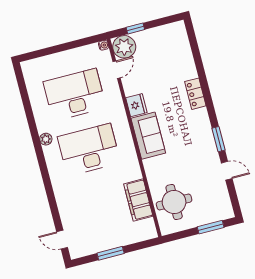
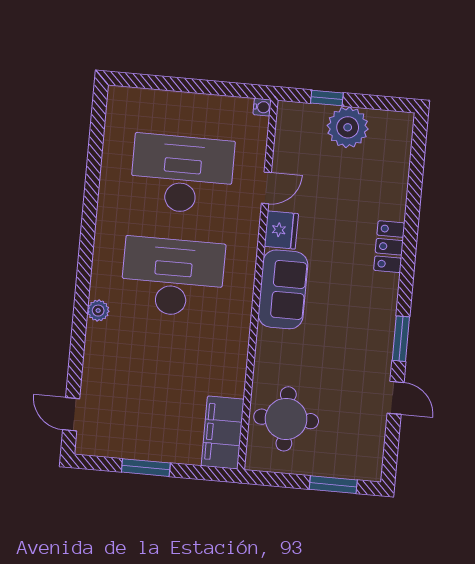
plant: (124, 47) -> (348, 127), moved
door: (117, 70) -> (266, 188), moved
plant: (46, 139) -> (98, 311), moved
filing cabinet: (138, 200) -> (223, 433), moved

